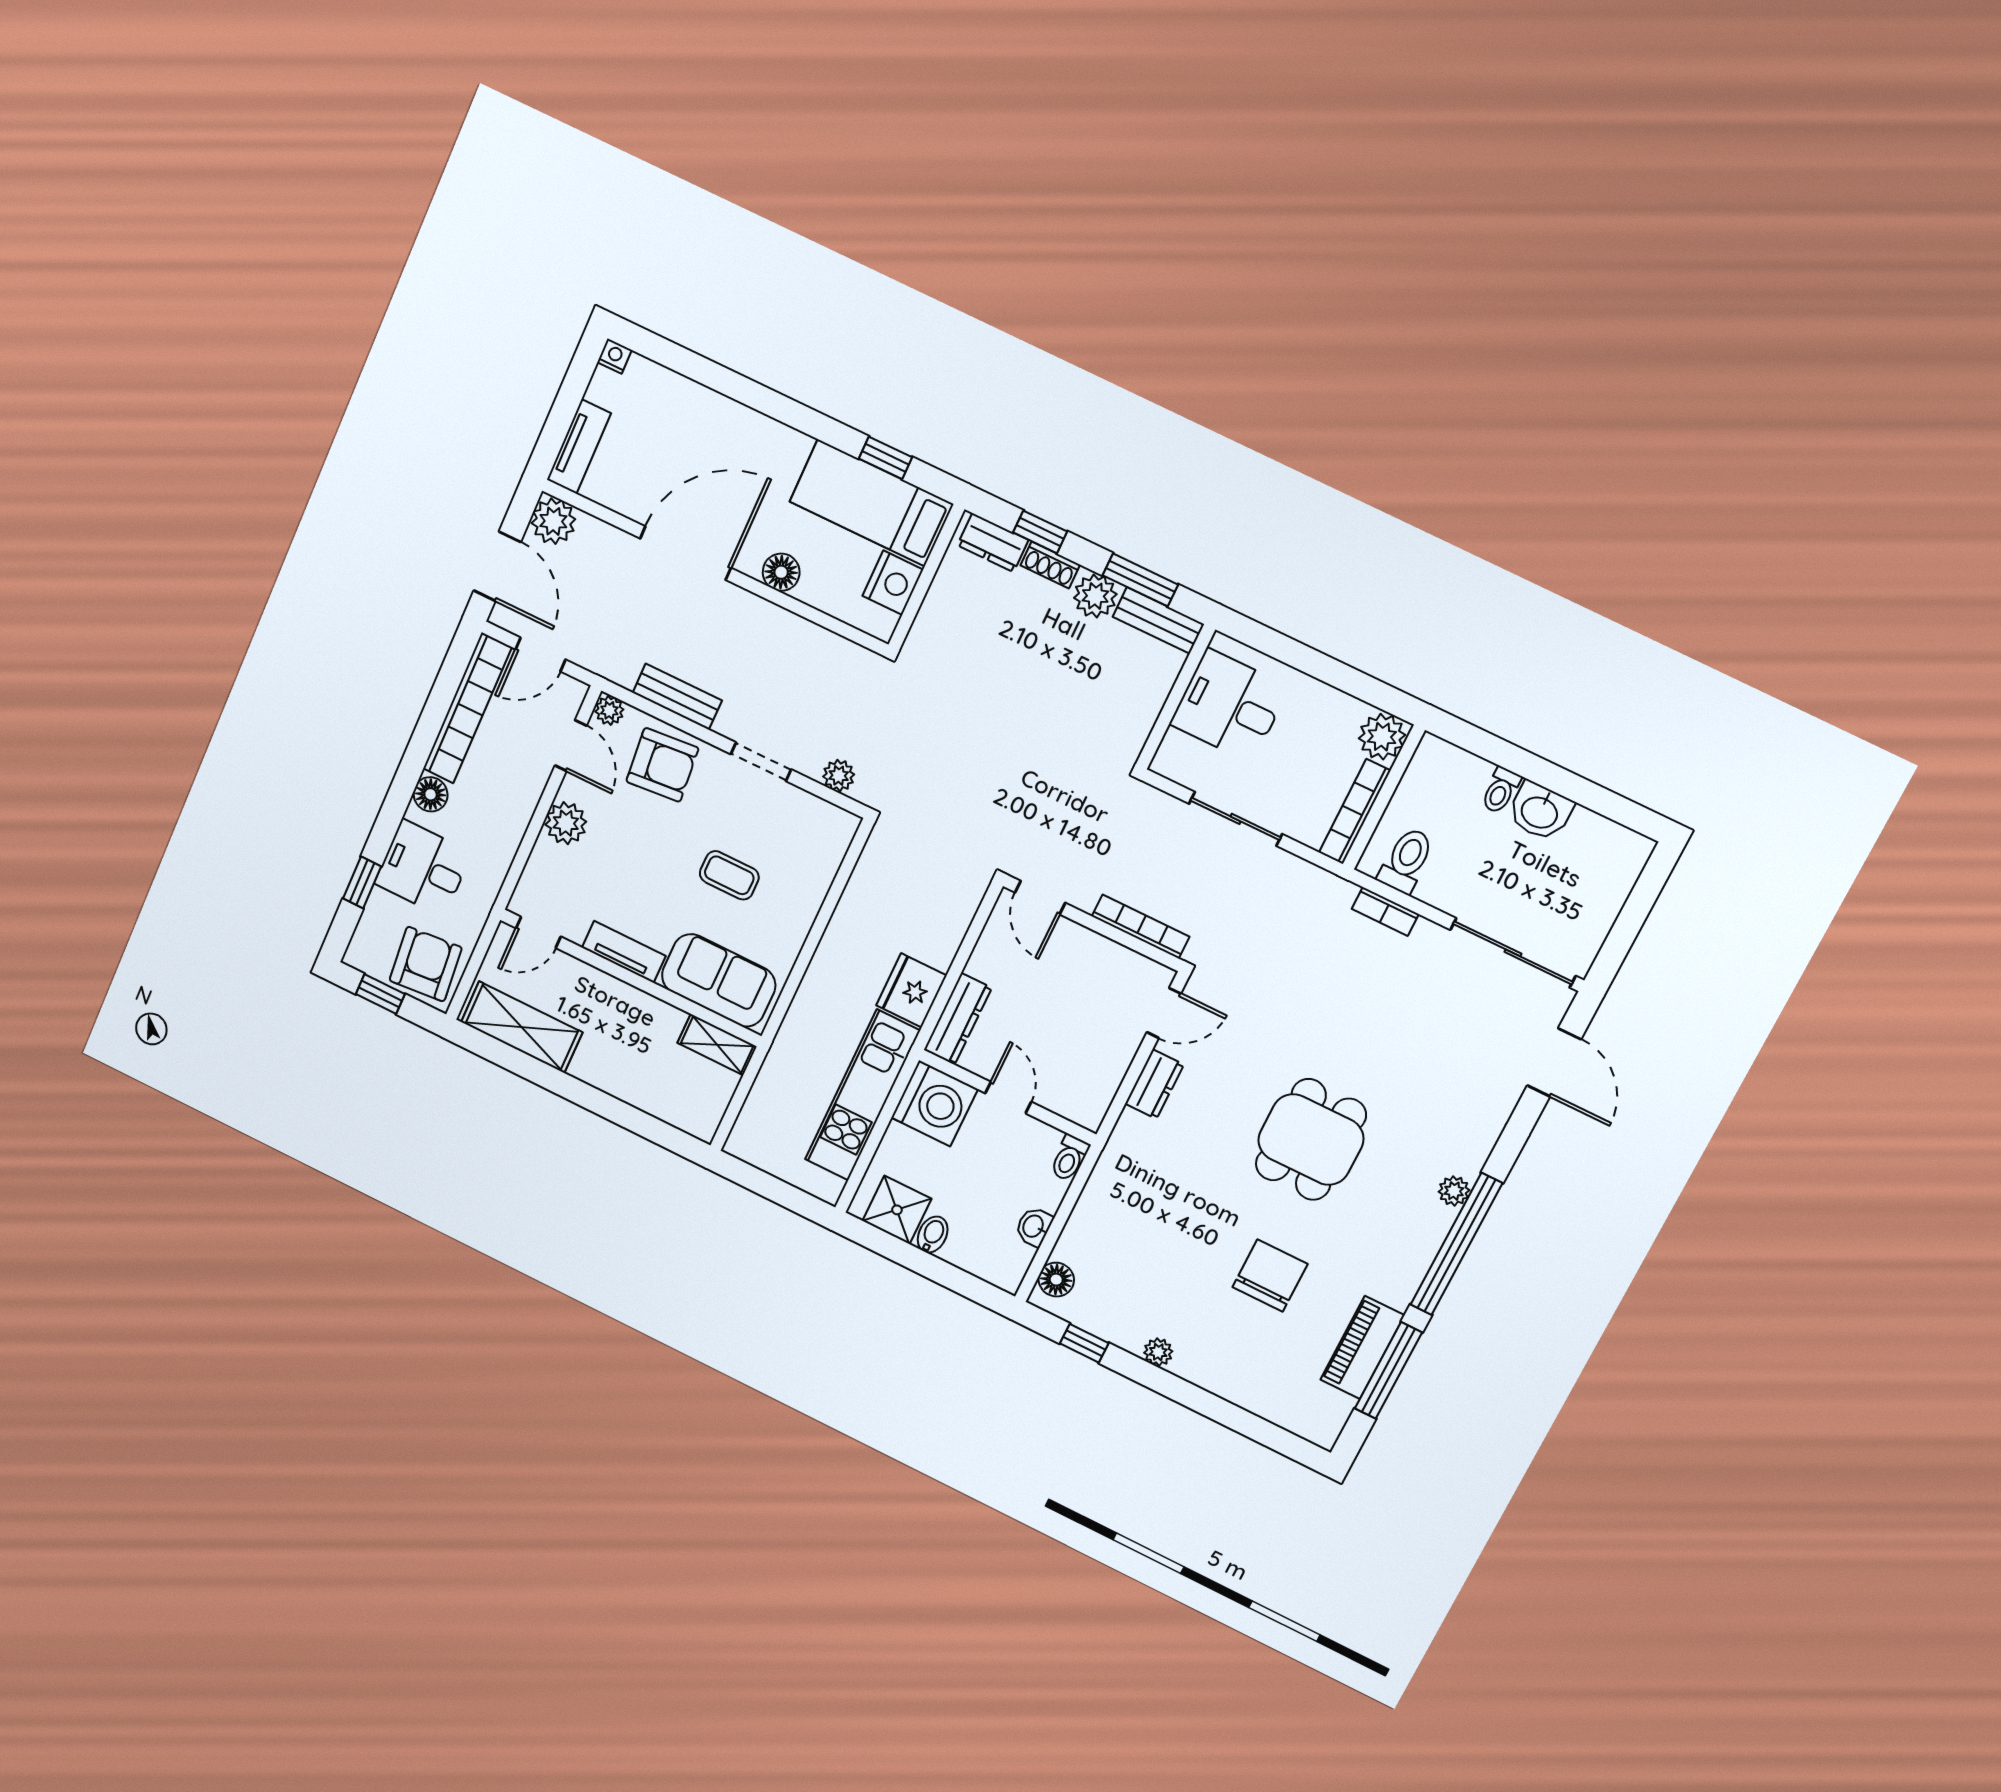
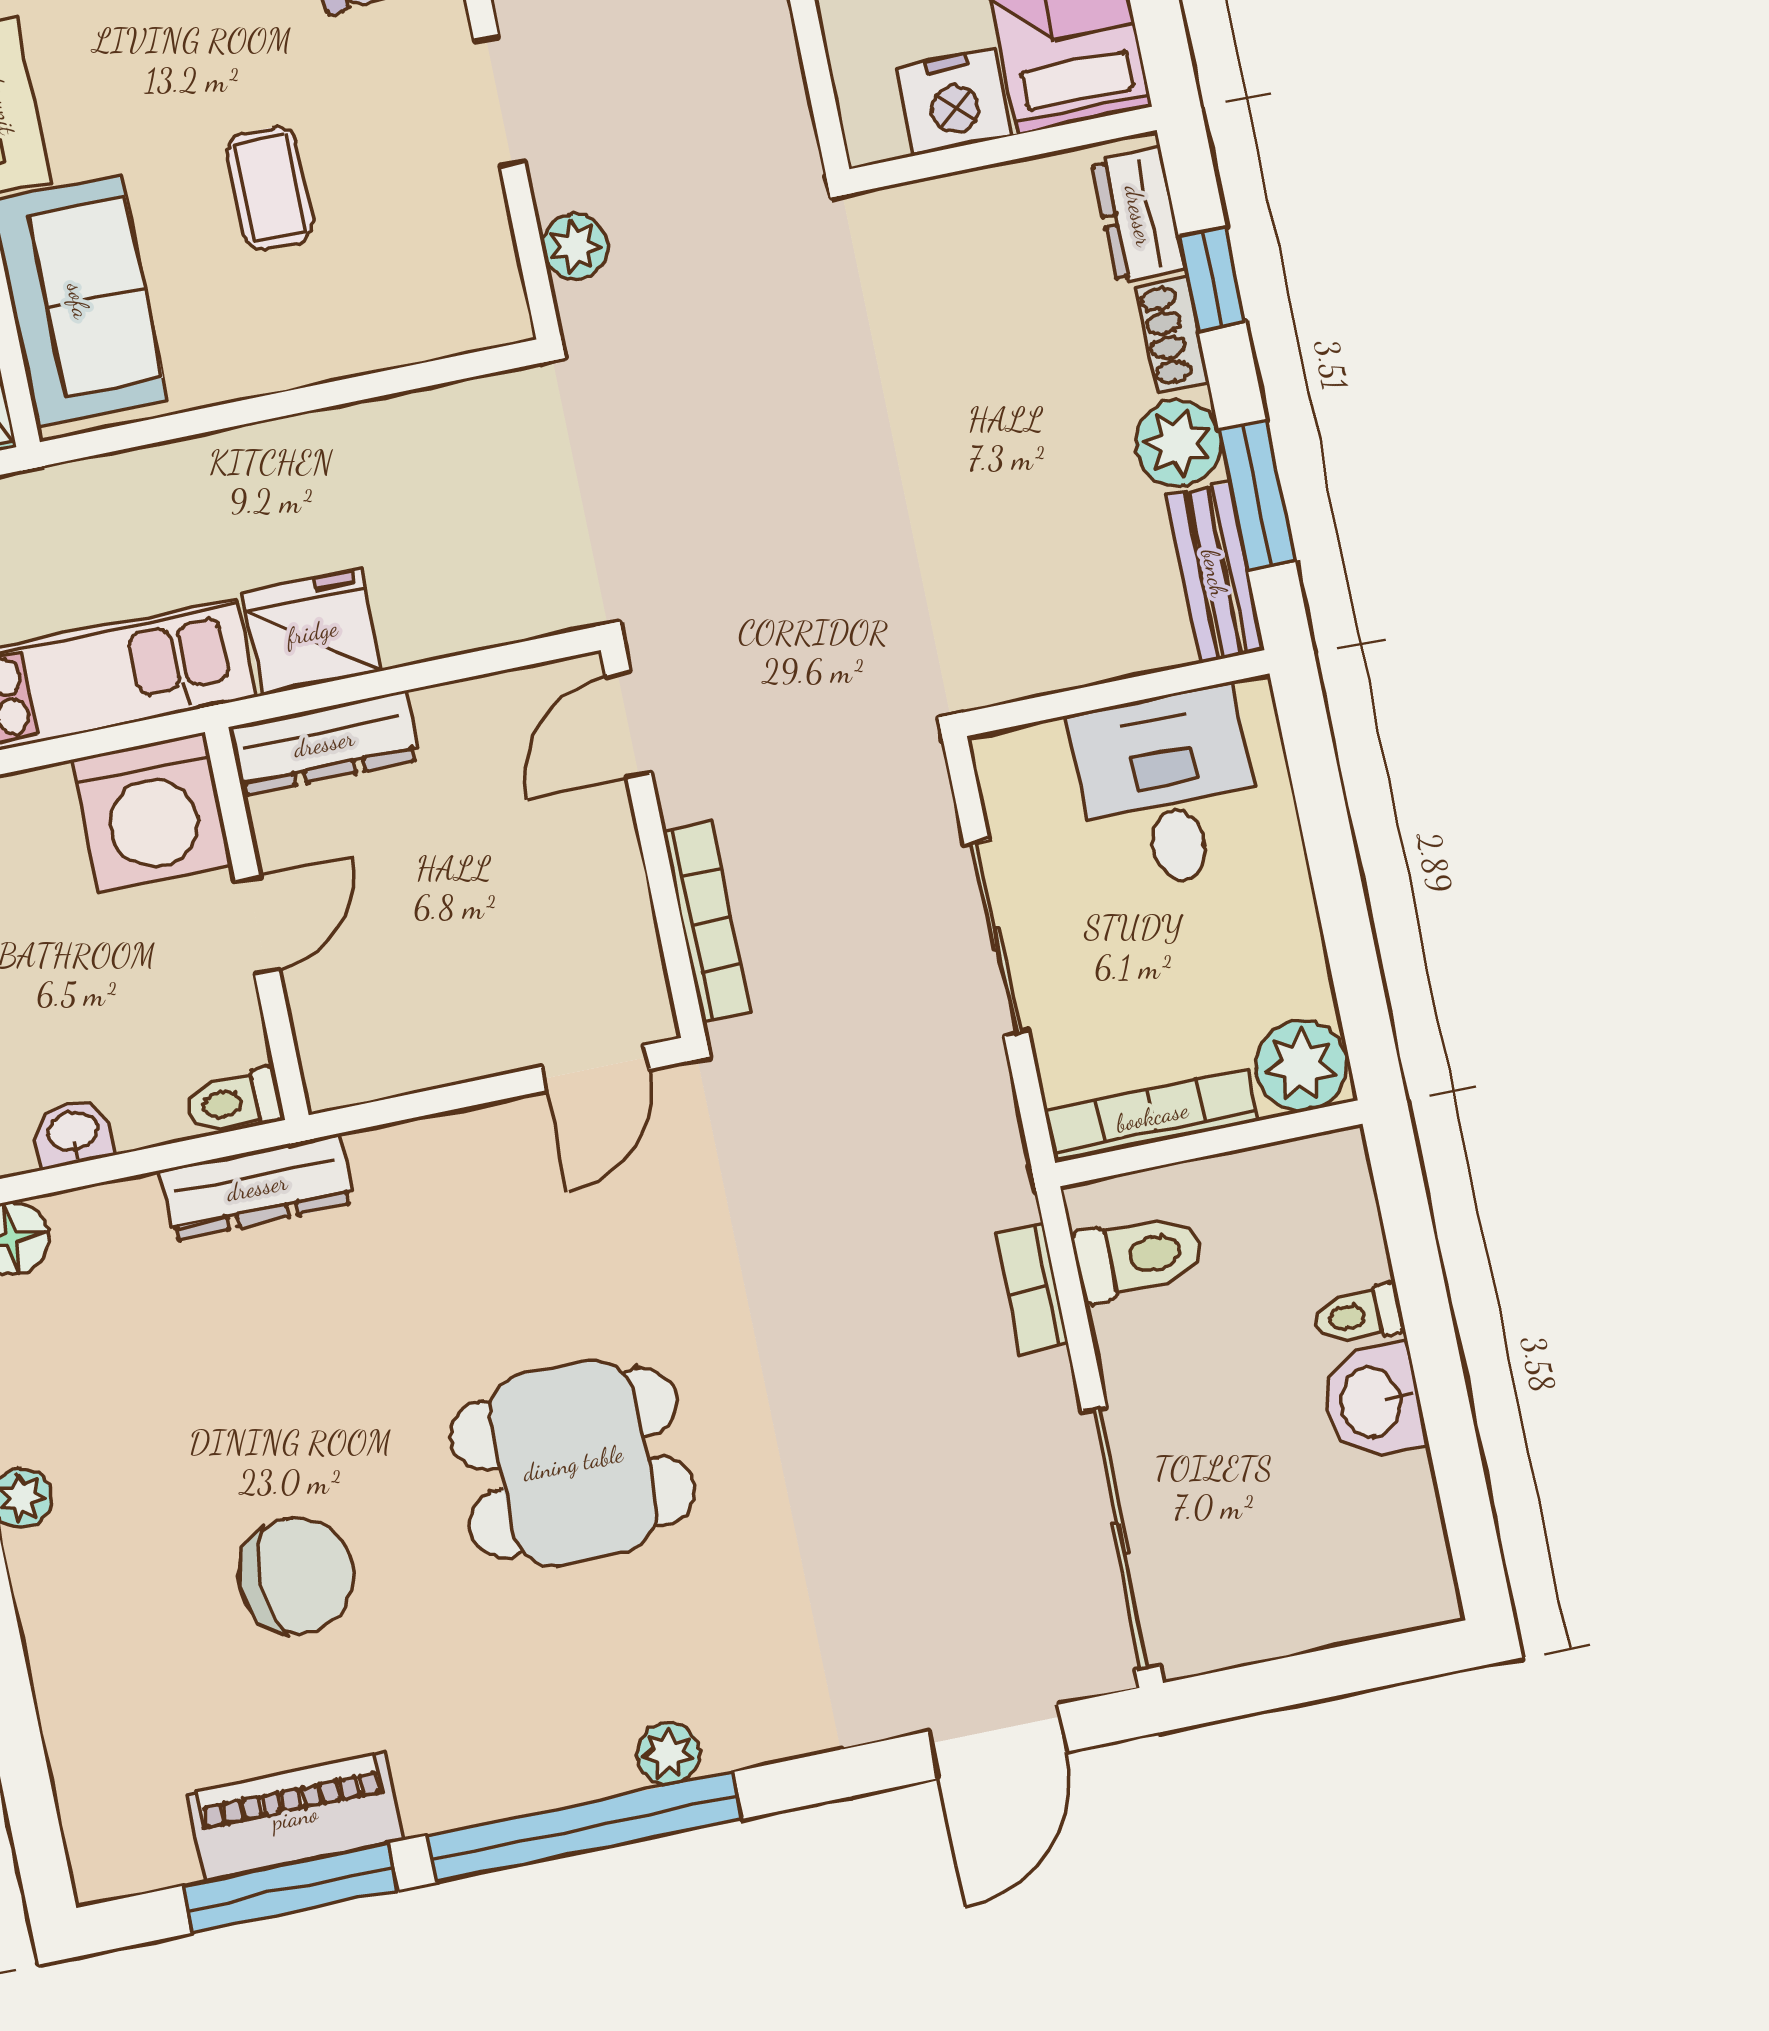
door: (1164, 1013) -> (595, 1068), hinge flipped
dresser: (1154, 1084) -> (257, 1187), moved, width x1.44

